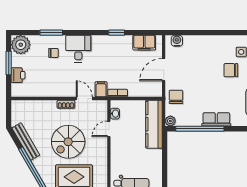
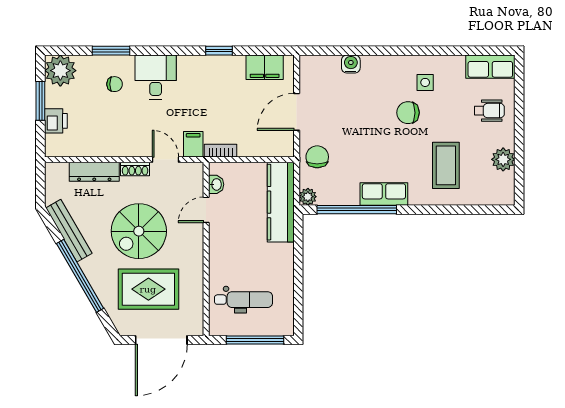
water cooler: (177, 41) -> (351, 64), moved
dresser: (41, 106) -> (94, 172), added

